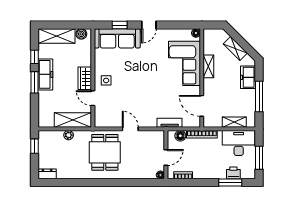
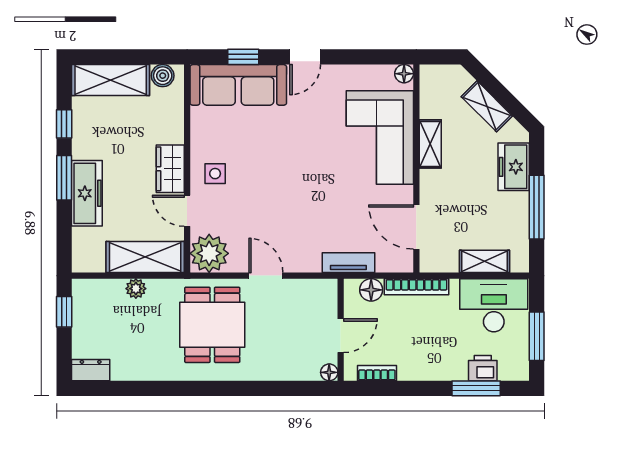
freezer: (45, 74) -> (87, 193), moved
plant: (103, 118) -> (209, 253), added

